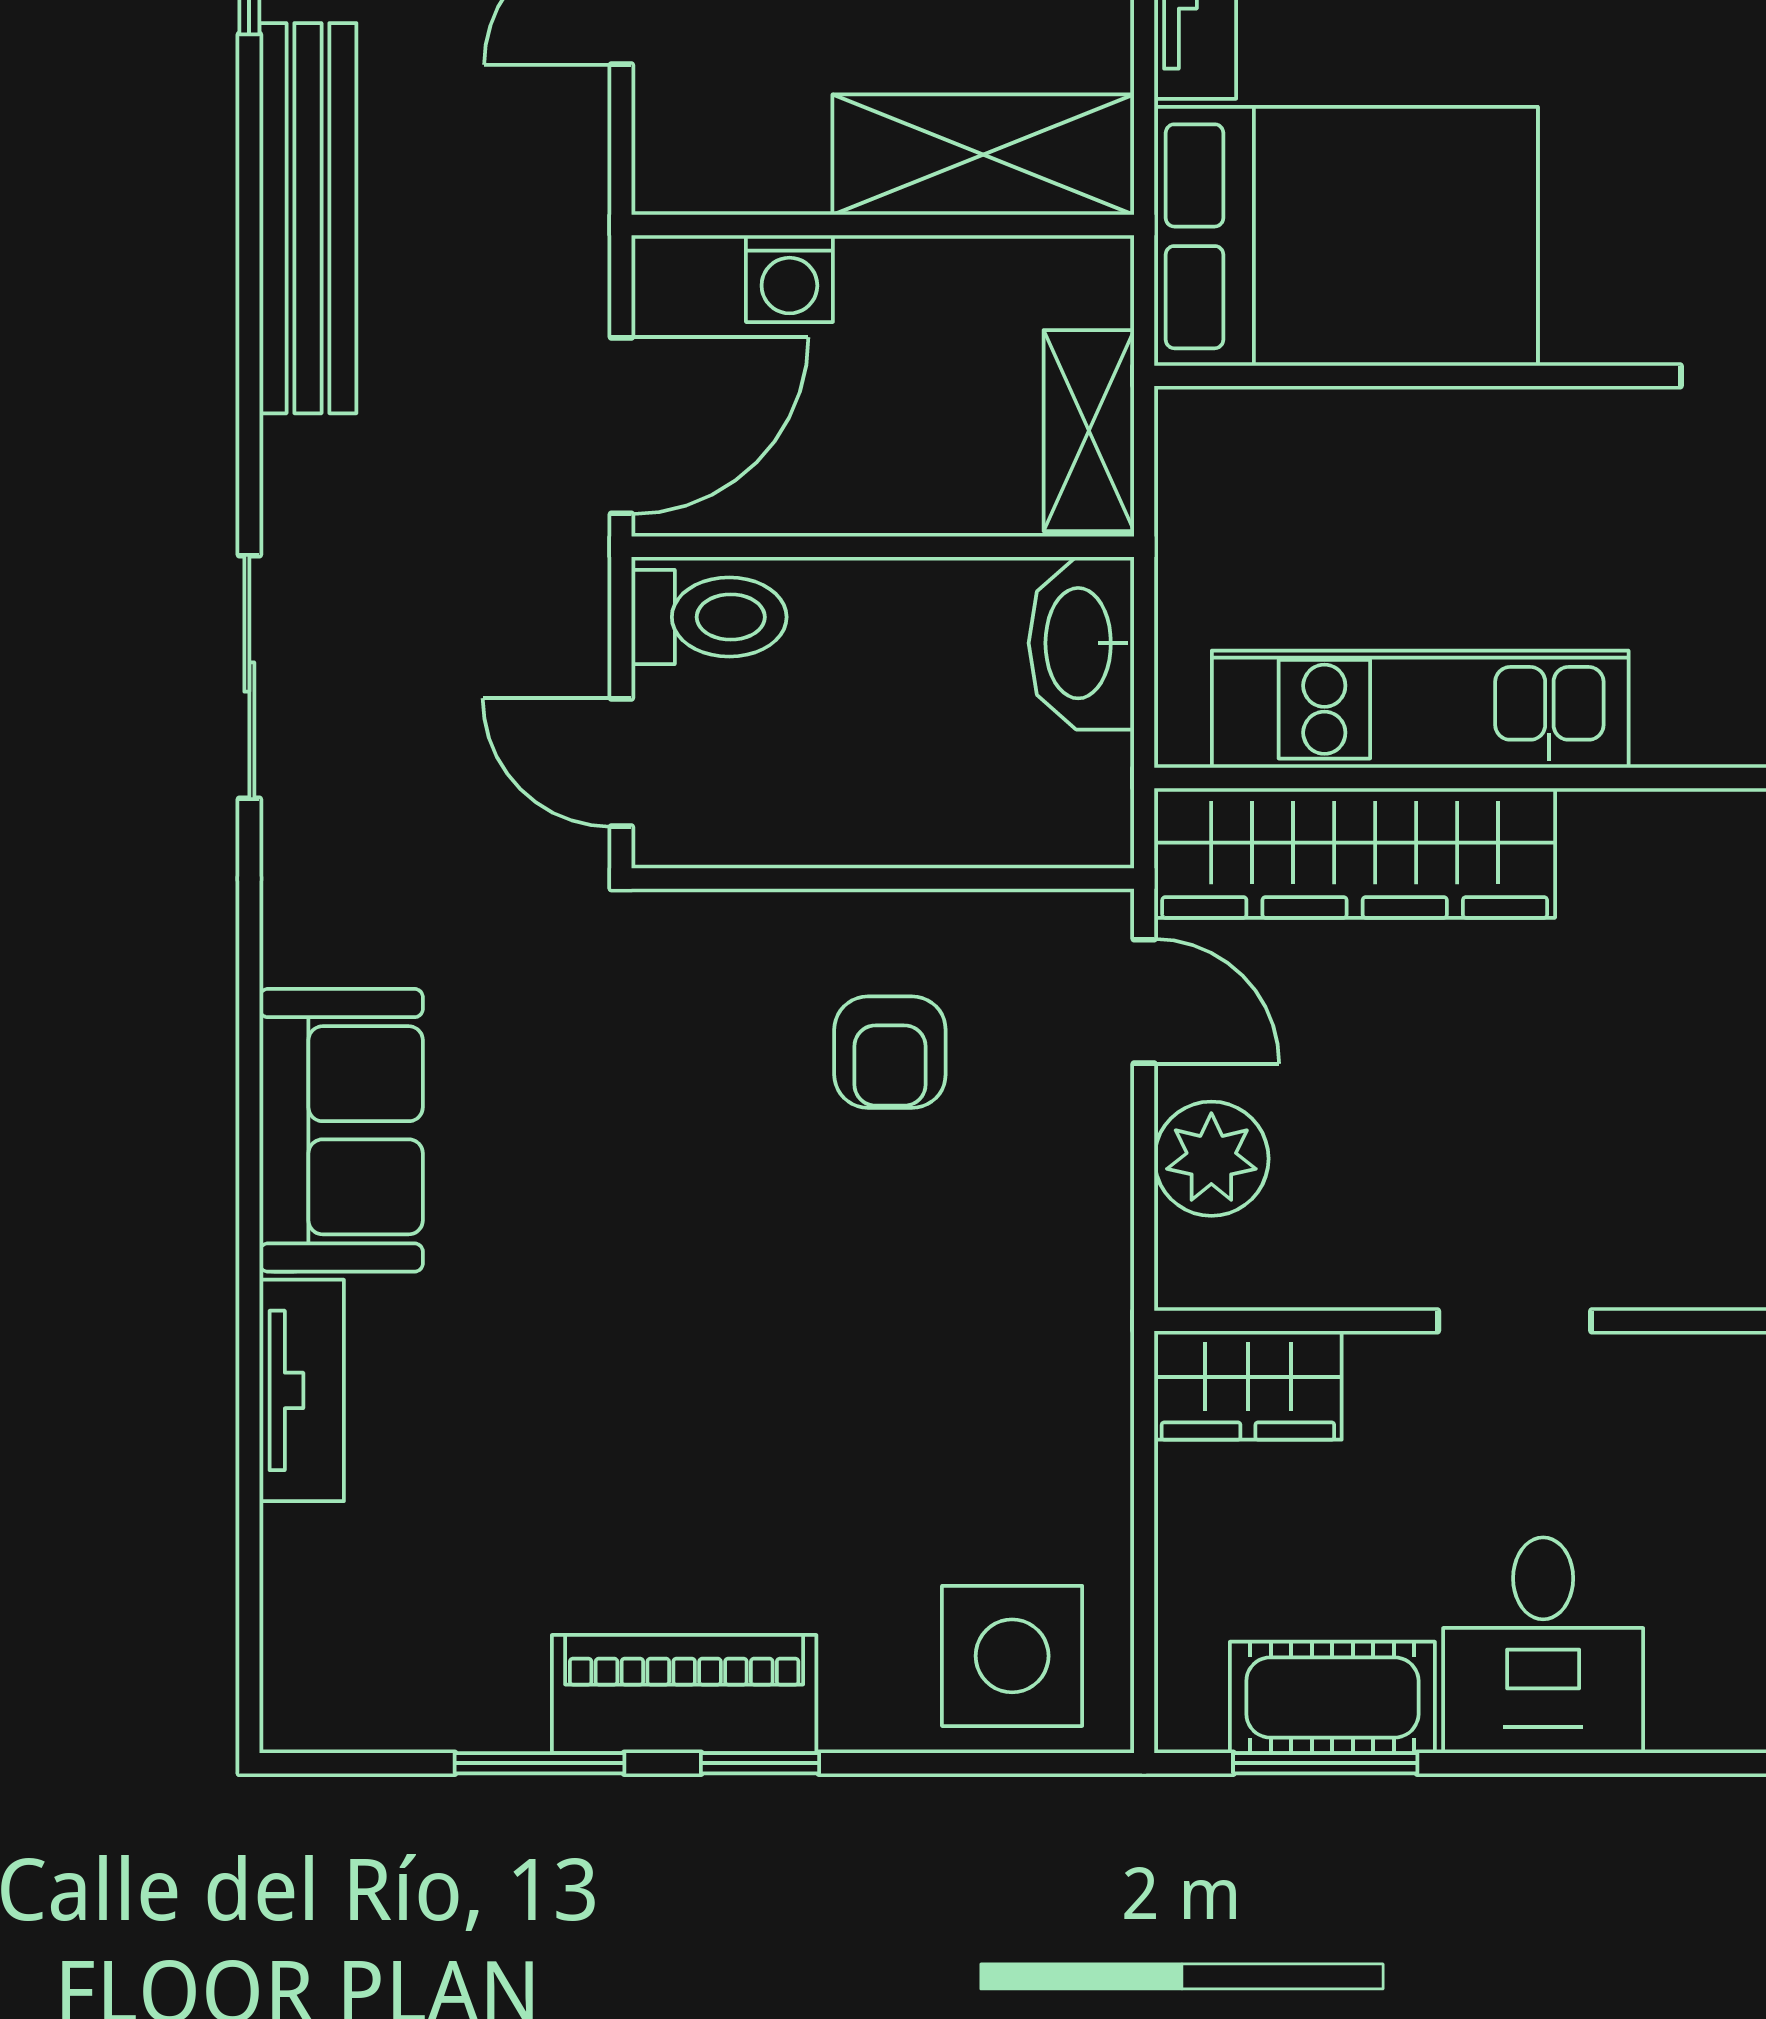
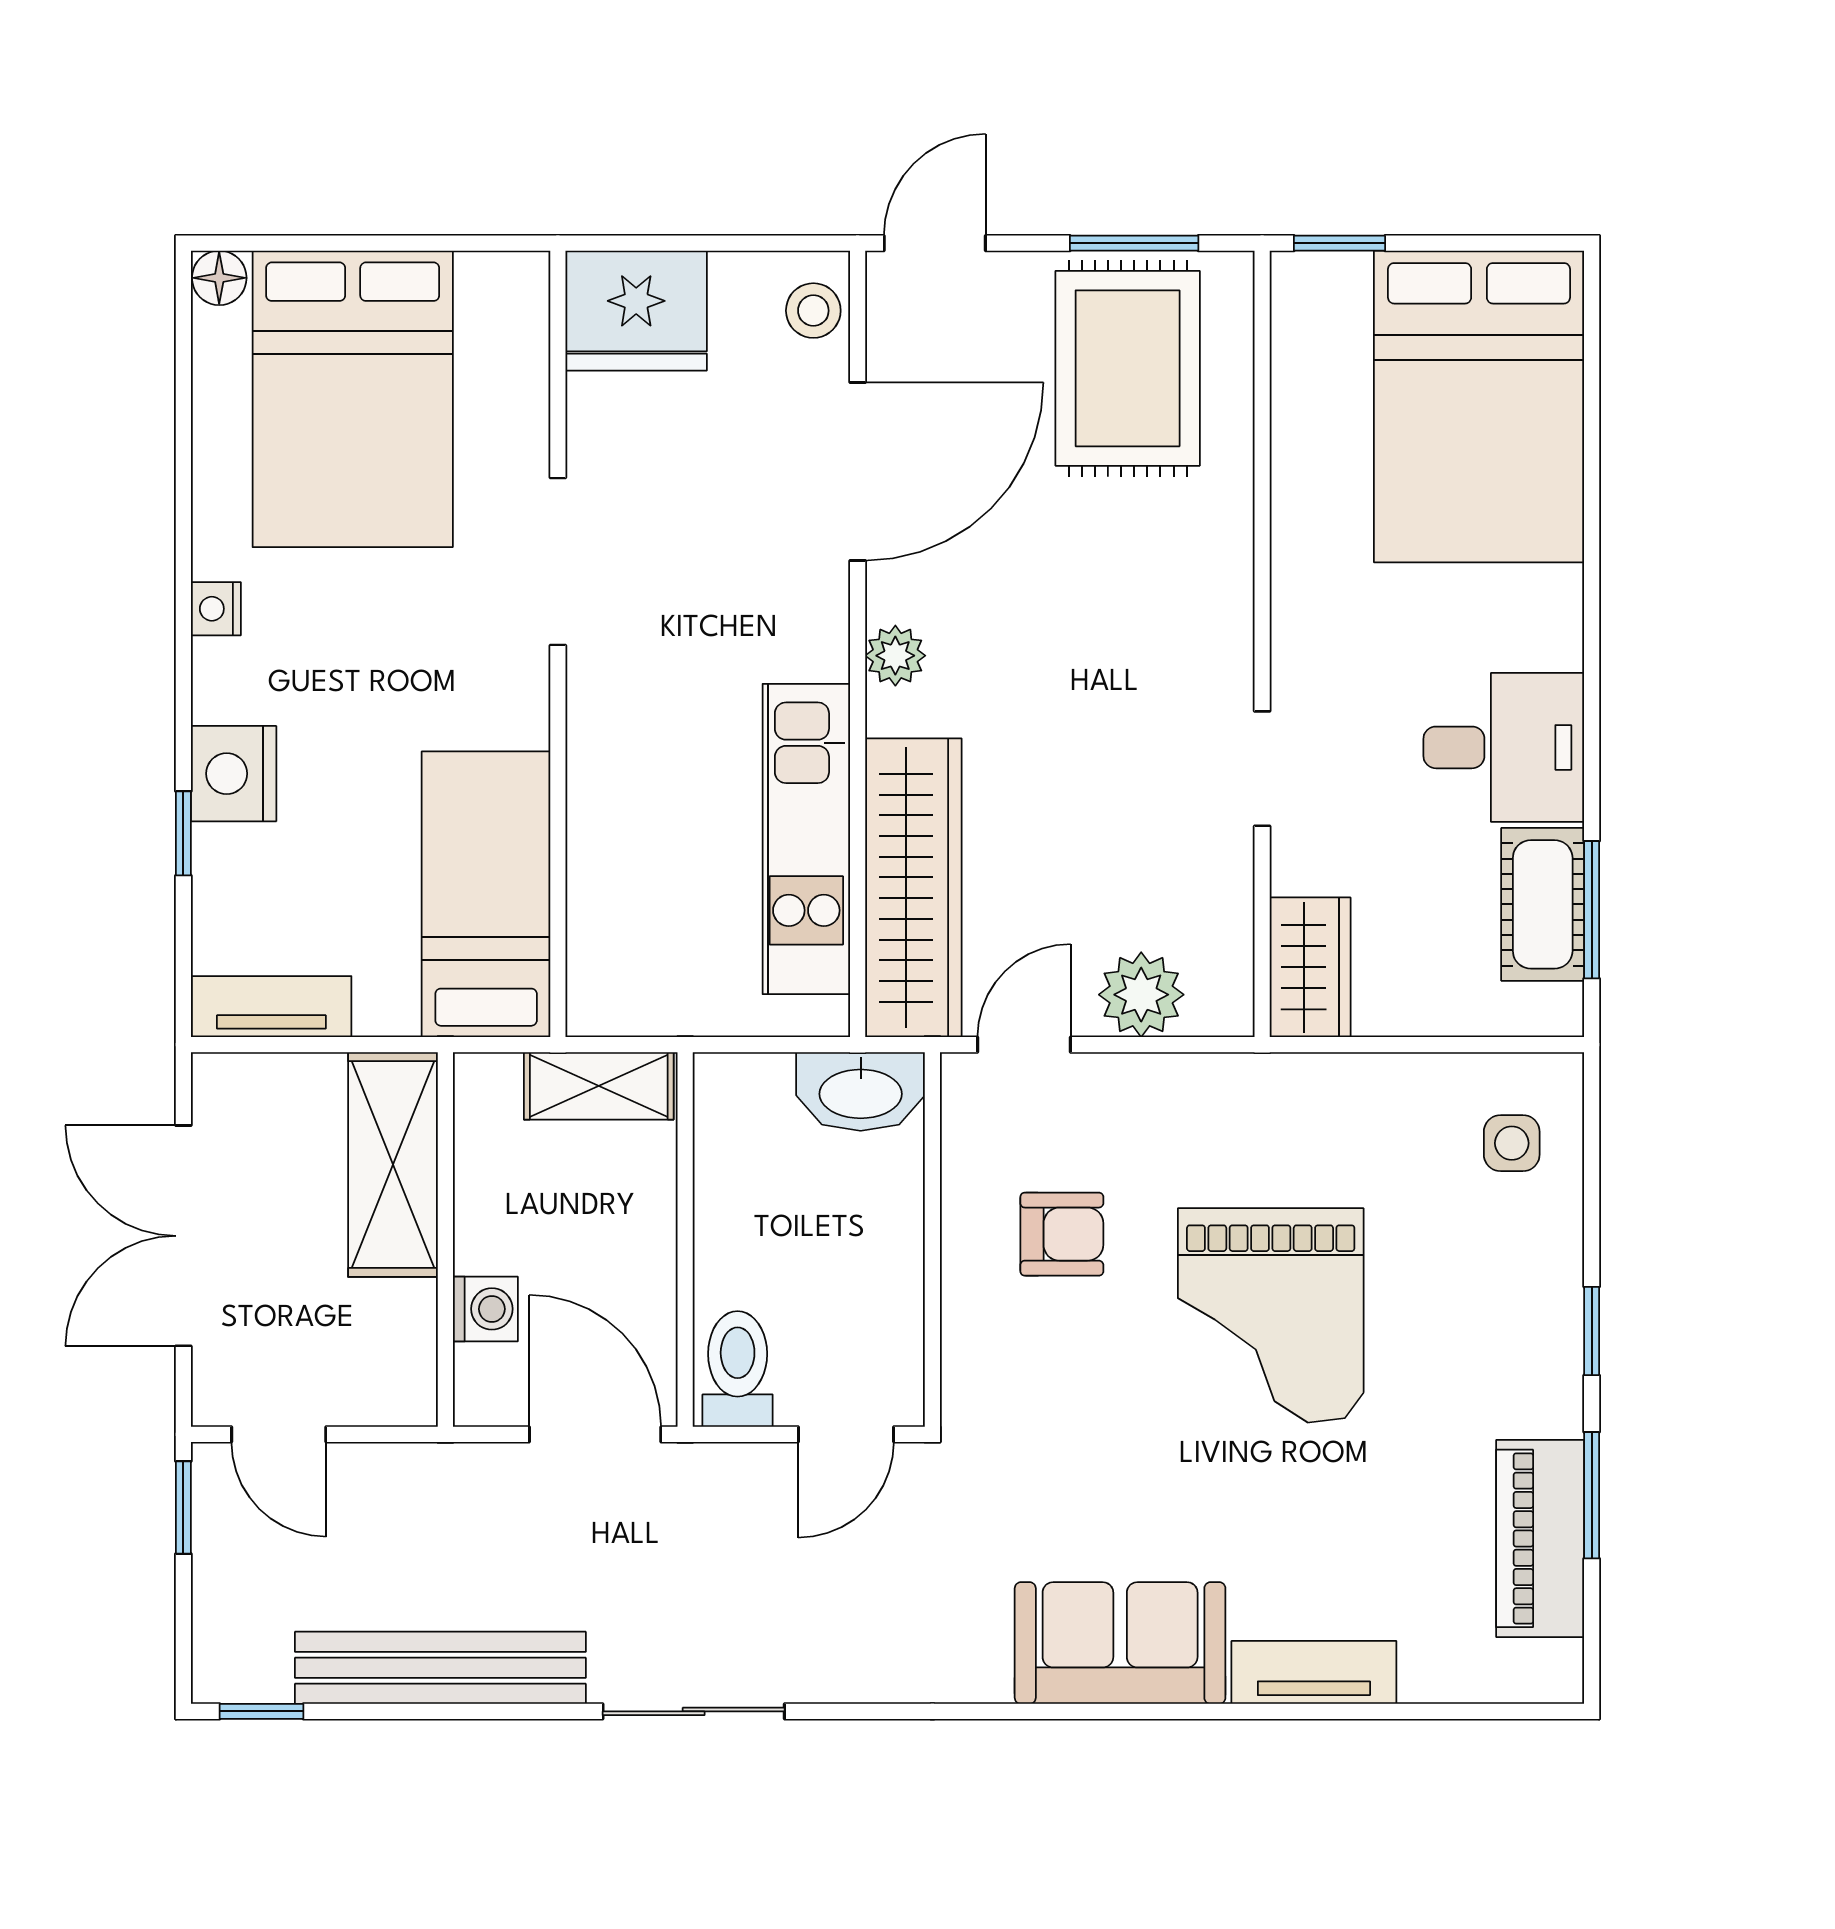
bed: (1346, 236) -> (486, 894), width x0.67
washbasin: (1081, 643) -> (861, 1092), moved
sliding door: (249, 677) -> (694, 1711), moved
plant: (1666, 829) -> (895, 656), added
grand piano: (781, 1332) -> (1271, 1315), added
side table: (1012, 1656) -> (1512, 1143), width x0.54, depth x0.54
piano: (684, 1694) -> (1540, 1538), moved

